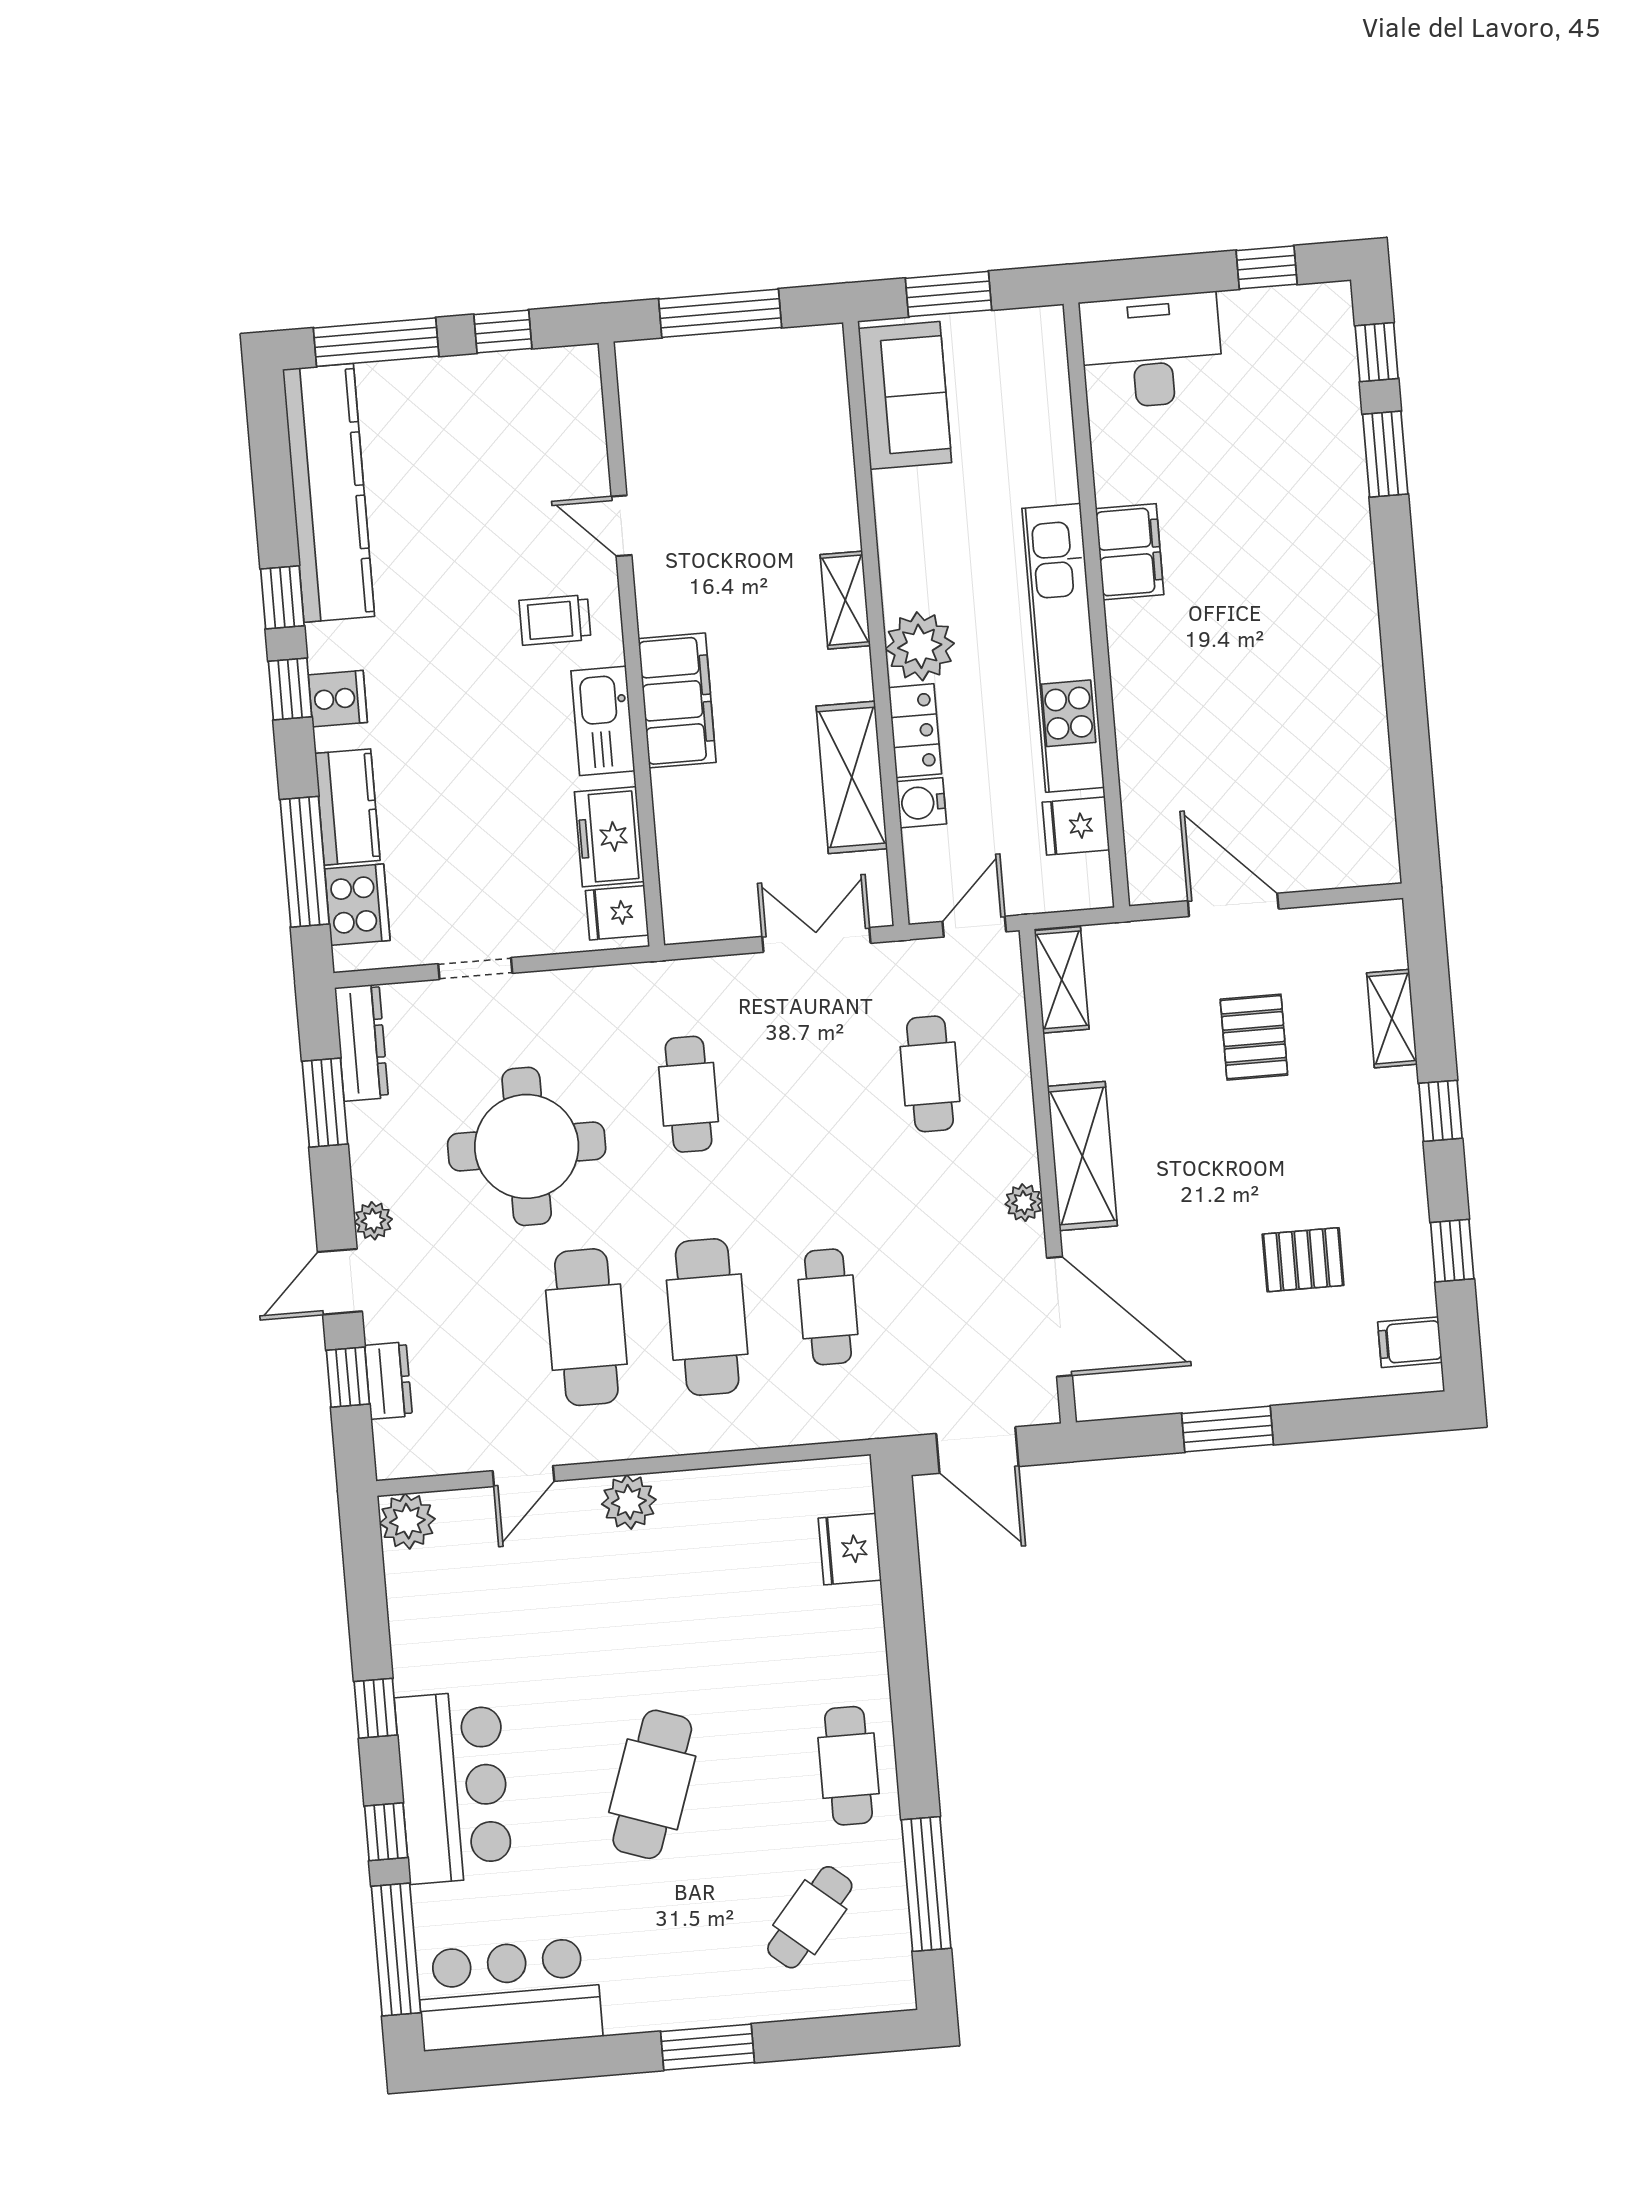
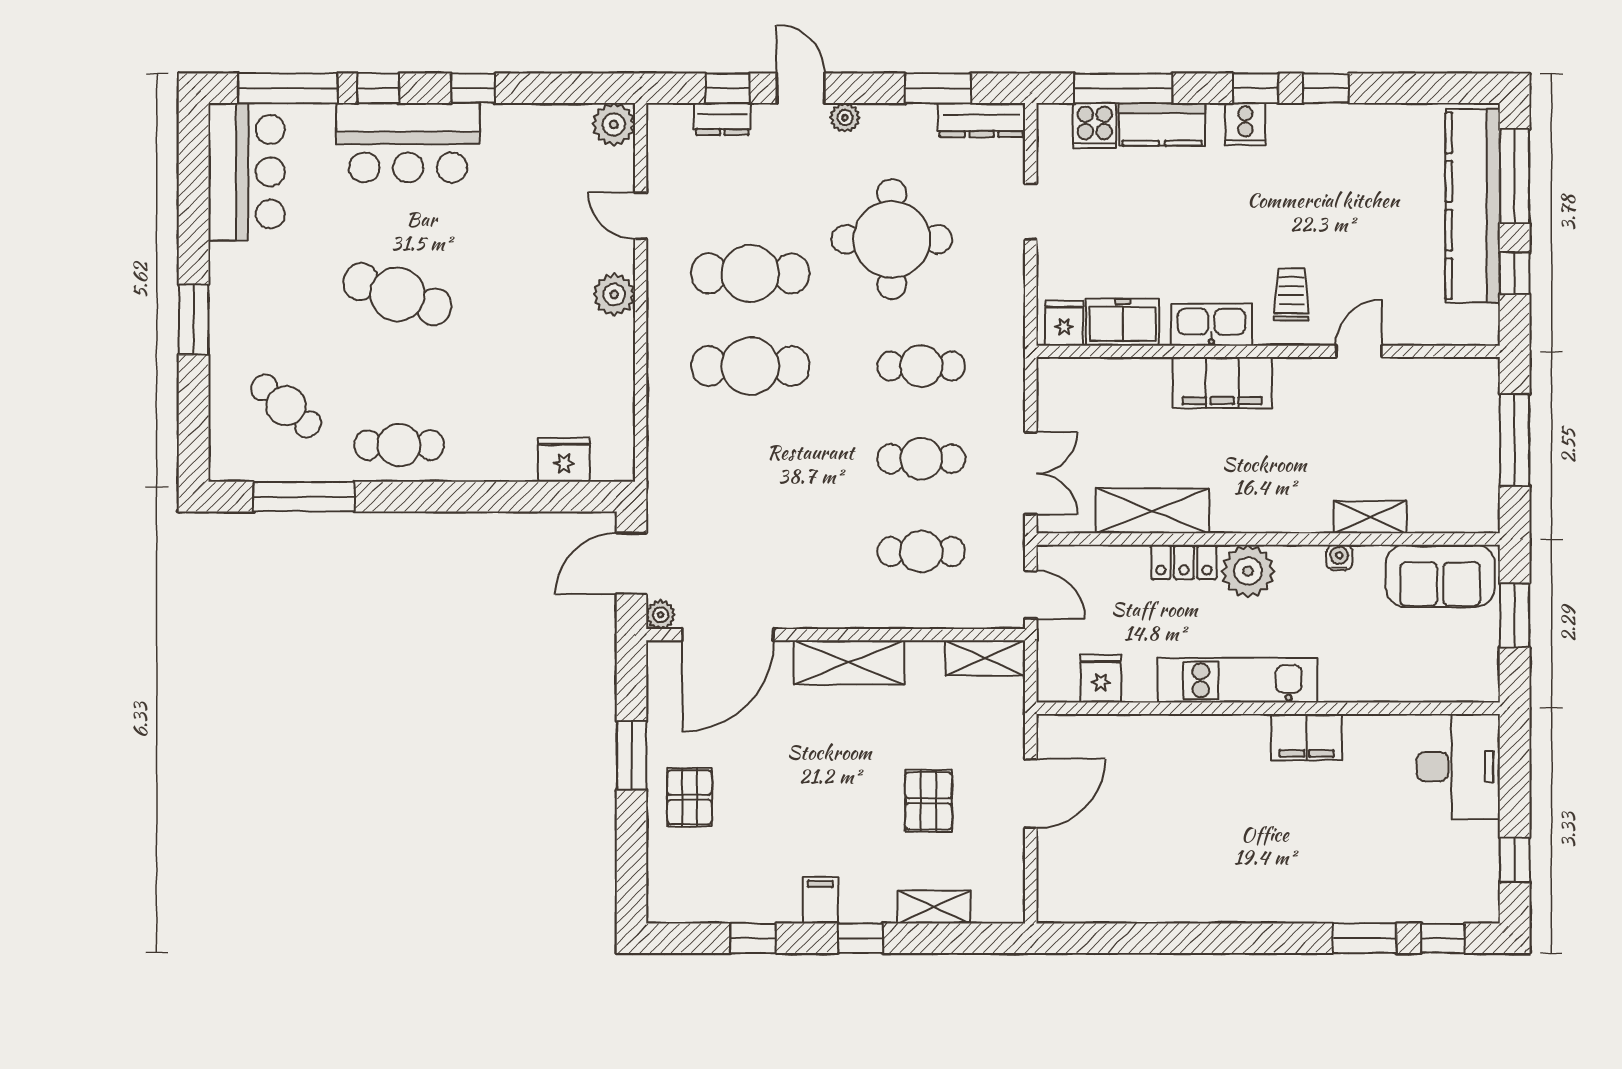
kitchen counter: (329, 493) -> (1473, 206), moved, turned 90
shelving: (845, 600) -> (1370, 517), moved
kitchen unit: (1063, 648) -> (1238, 680), width x0.73
water cooler: (921, 803) -> (1339, 557), moved, width x0.72, depth x0.72
cooker: (357, 905) -> (1095, 126), width x0.73
pallet: (1254, 1037) -> (929, 801), turned 90
plant: (1024, 1203) -> (661, 615), moved
pallet: (1303, 1260) -> (690, 797), moved
cafe table: (828, 1307) -> (921, 459), moved
filing cabinet: (1410, 1342) -> (820, 900), moved

